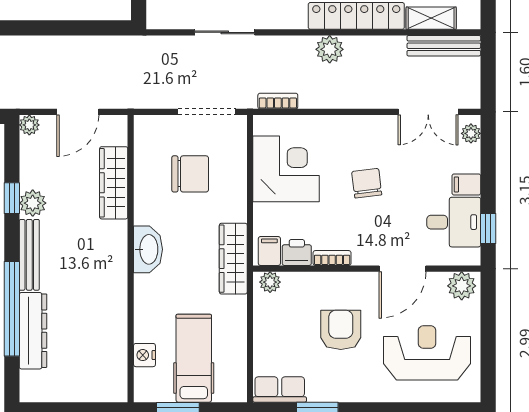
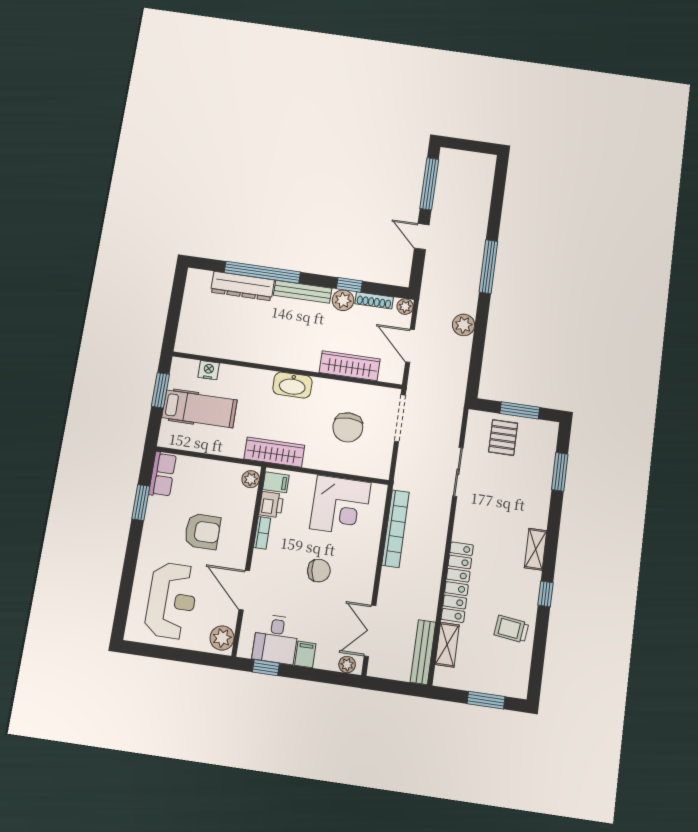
plant: (330, 49) -> (464, 325), moved
bookcase: (278, 101) -> (395, 529), width x2.31, depth x1.31
doorway: (207, 112) -> (400, 418), moved
shoe rack: (27, 165) -> (374, 300), added

